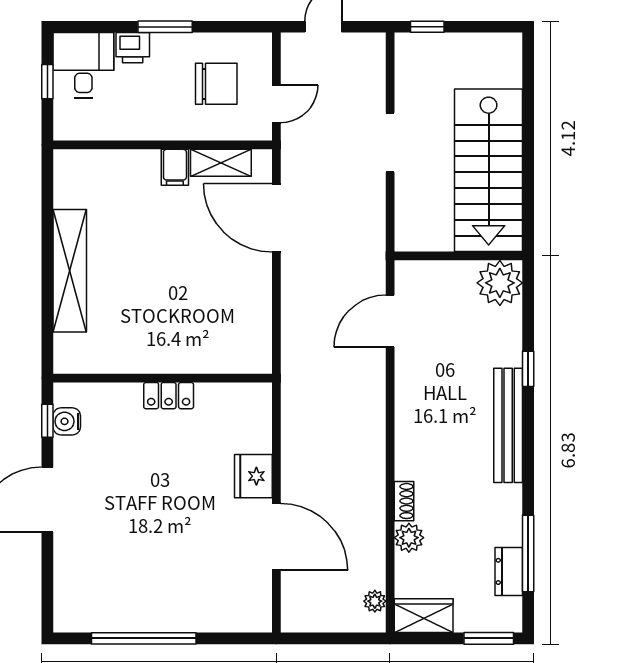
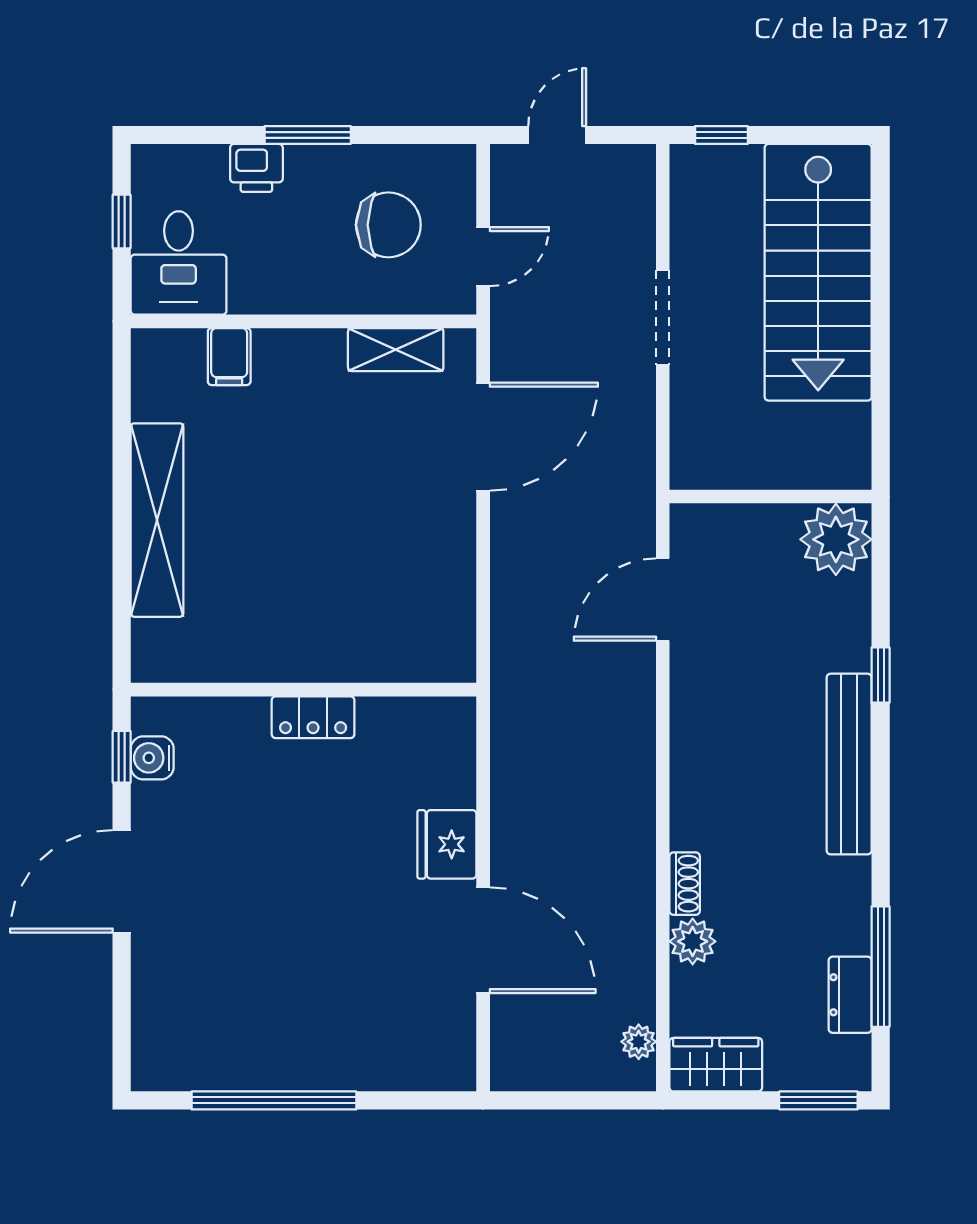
desk: (83, 65) -> (179, 263), moved, turned 180
filing cabinet: (175, 167) -> (229, 357), moved
stairs: (489, 170) -> (818, 272), moved
door: (276, 218) -> (483, 437), swing flipped

